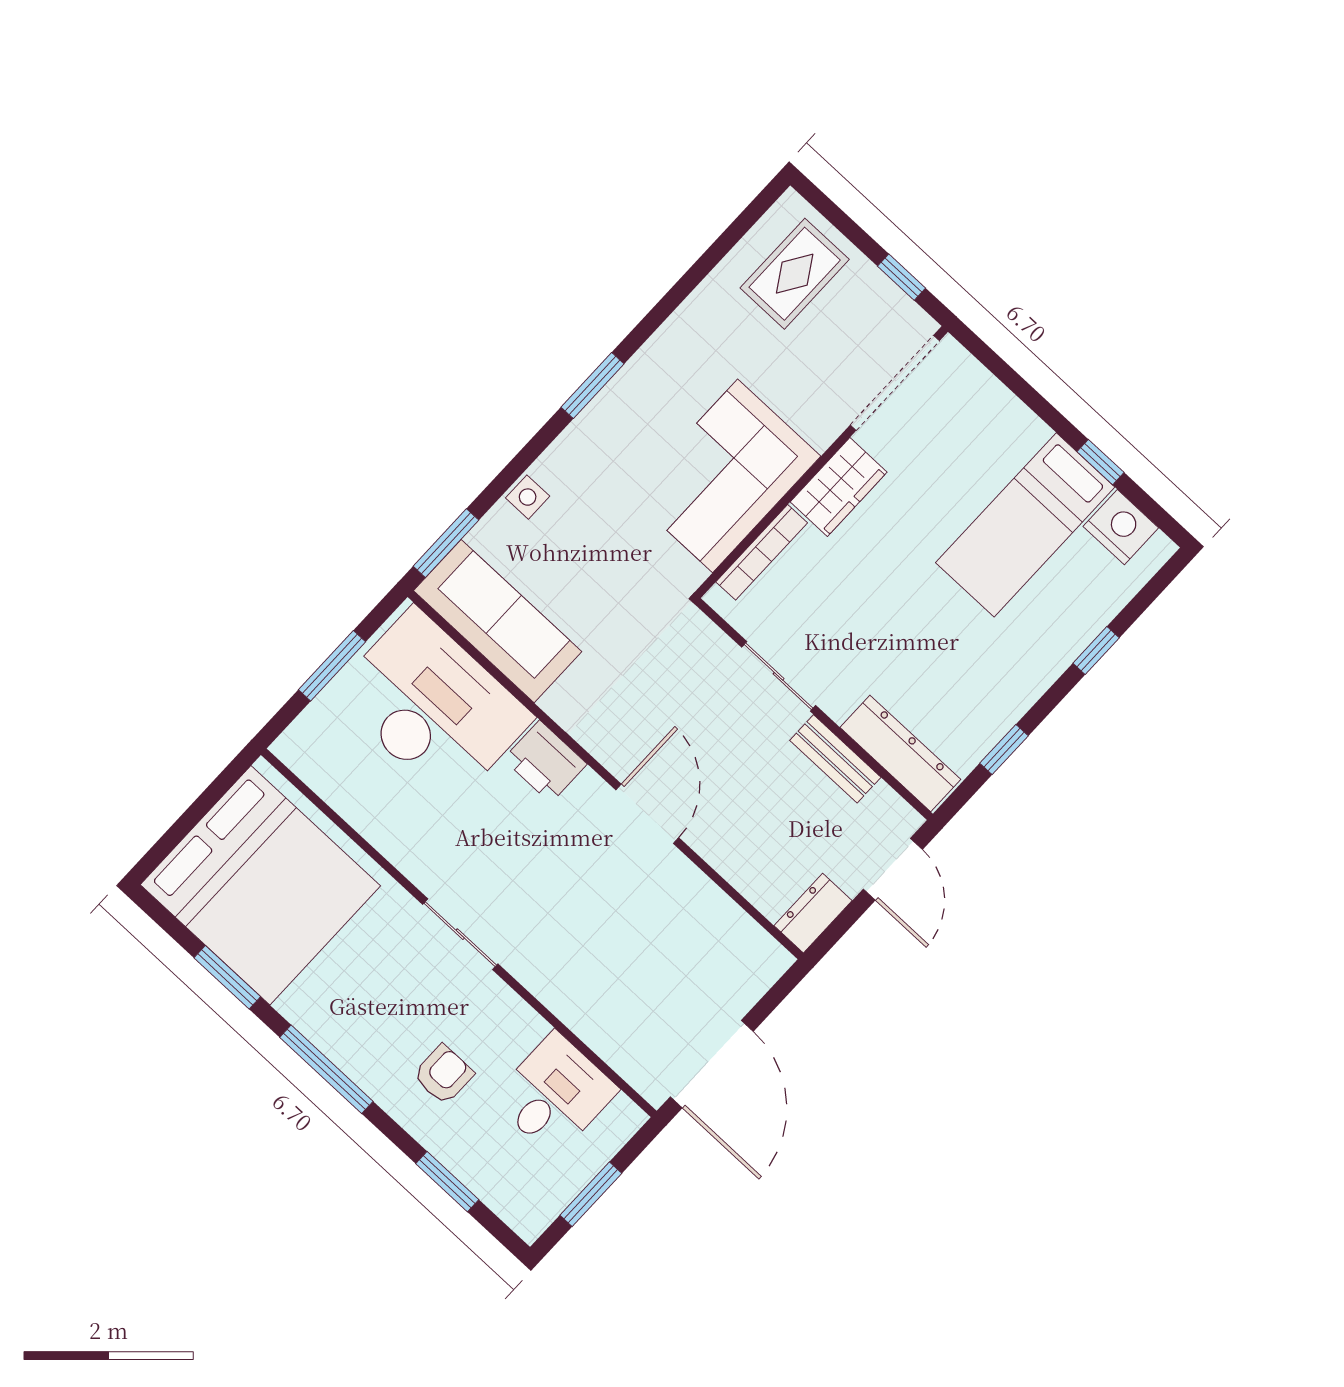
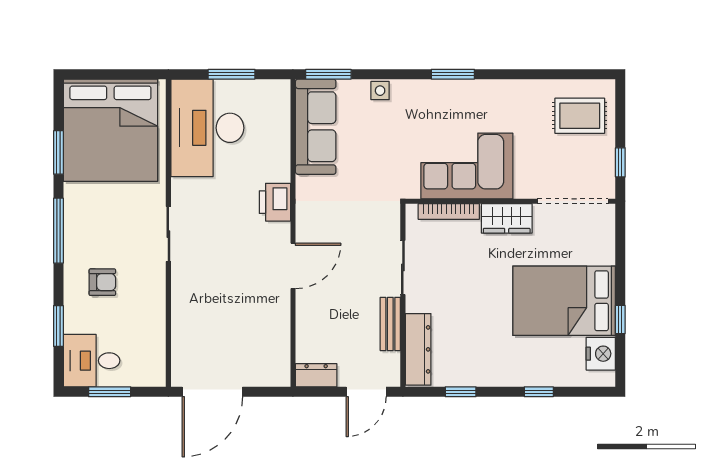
bed: (1025, 525) -> (564, 301), width x1.50
desk: (432, 706) -> (207, 128), moved, turned 180
desk: (555, 1094) -> (92, 361), moved, turned 180

